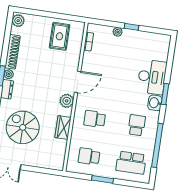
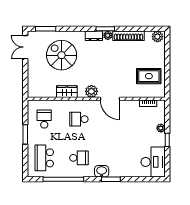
desk: (152, 77) -> (153, 162), moved, turned -90
school desk: (95, 119) -> (79, 119), turned -90
spiral stairs: (23, 127) -> (62, 55), turned -90

